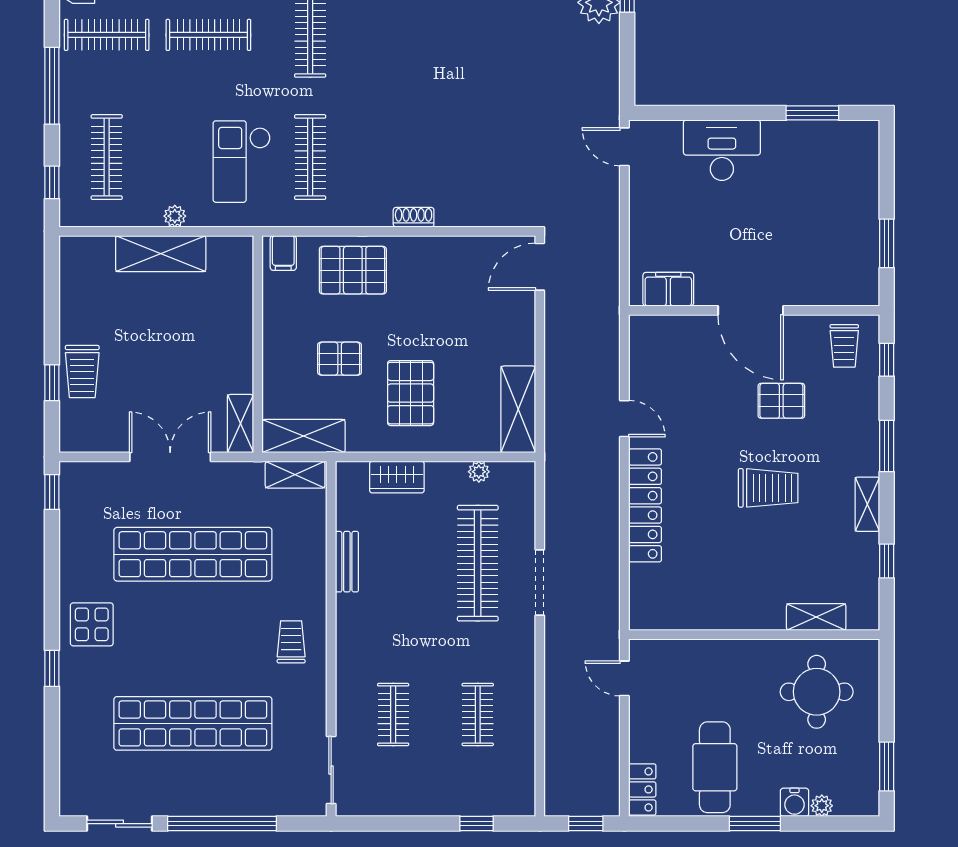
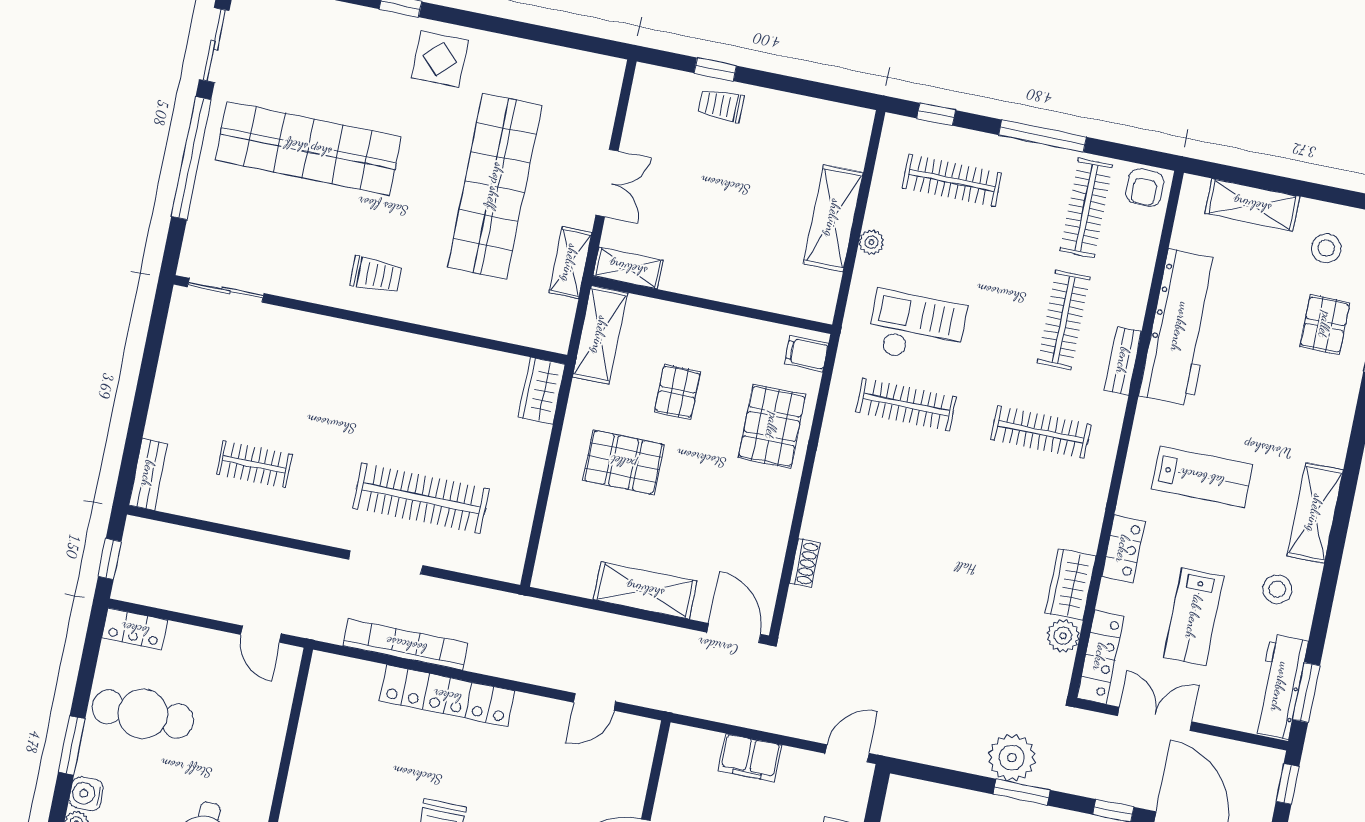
shoe rack: (414, 217) -> (805, 563), moved
filing cabinet: (668, 289) -> (750, 758), moved, turned 90
trolley: (82, 371) -> (721, 105), width x0.73, depth x0.72
shelving: (518, 409) -> (645, 590), moved
door: (624, 419) -> (595, 702), moved
double door: (170, 457) -> (607, 183), width x0.73
plant: (479, 472) -> (521, 520), removed
shelving: (295, 475) -> (570, 263), moved
wardrobe: (397, 477) -> (542, 391), moved
window: (52, 492) -> (595, 45), removed
bookcase: (608, 551) -> (406, 645), added
bench: (347, 562) -> (148, 474), moved, turned 90
door: (624, 678) -> (261, 634), swing flipped
clothes rail: (393, 715) -> (273, 371), removed
shop shelf: (193, 723) -> (308, 148), turned 90
window: (476, 824) -> (134, 438), removed

